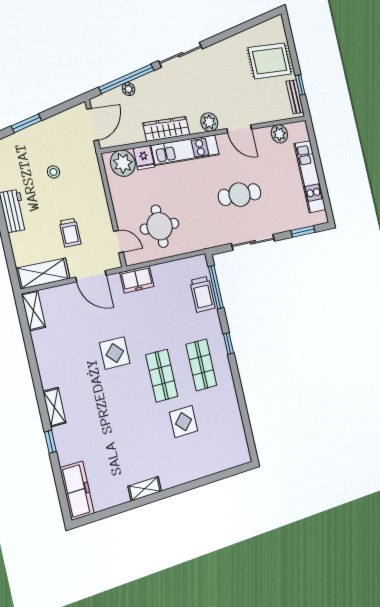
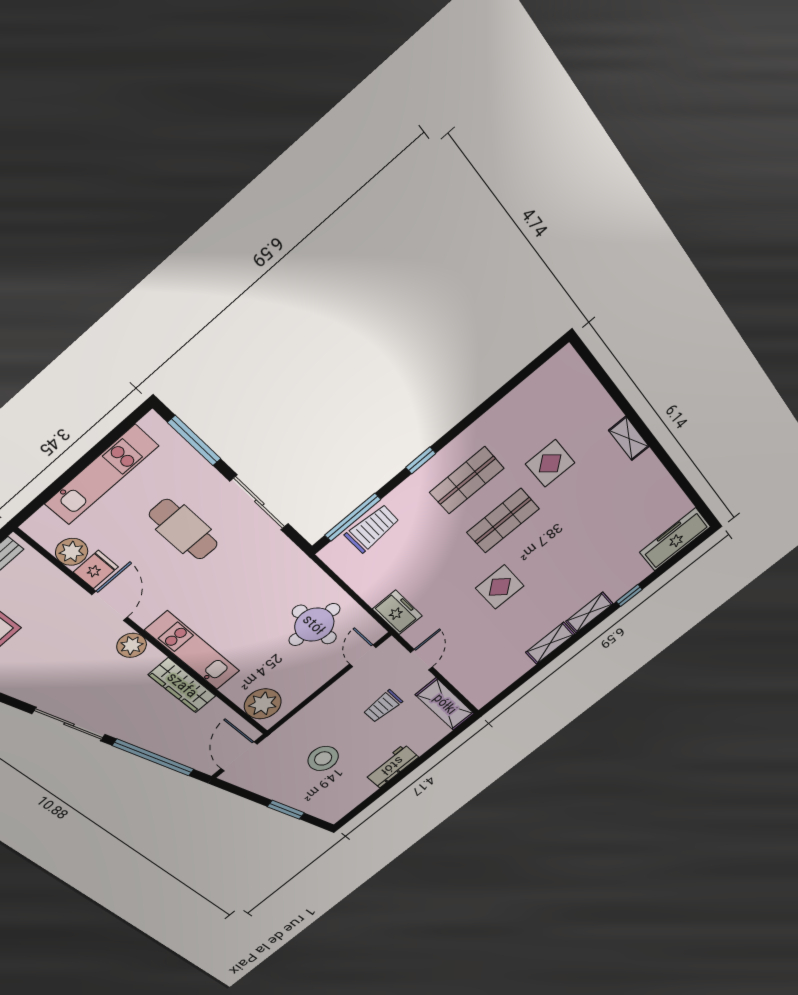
plant: (129, 89) -> (165, 749), removed
door: (92, 125) -> (239, 756), hinge flipped
fridge: (144, 158) -> (96, 569), moved
stool: (53, 172) -> (323, 758), width x1.89, depth x1.89
cafe table: (240, 195) -> (184, 529), moved
window: (303, 231) -> (194, 441), width x1.44
trolley: (70, 233) -> (383, 706), turned 180
door: (91, 276) -> (421, 660), width x0.73
shelving: (33, 311) -> (550, 643), moved
shelving: (145, 489) -> (629, 438), moved

